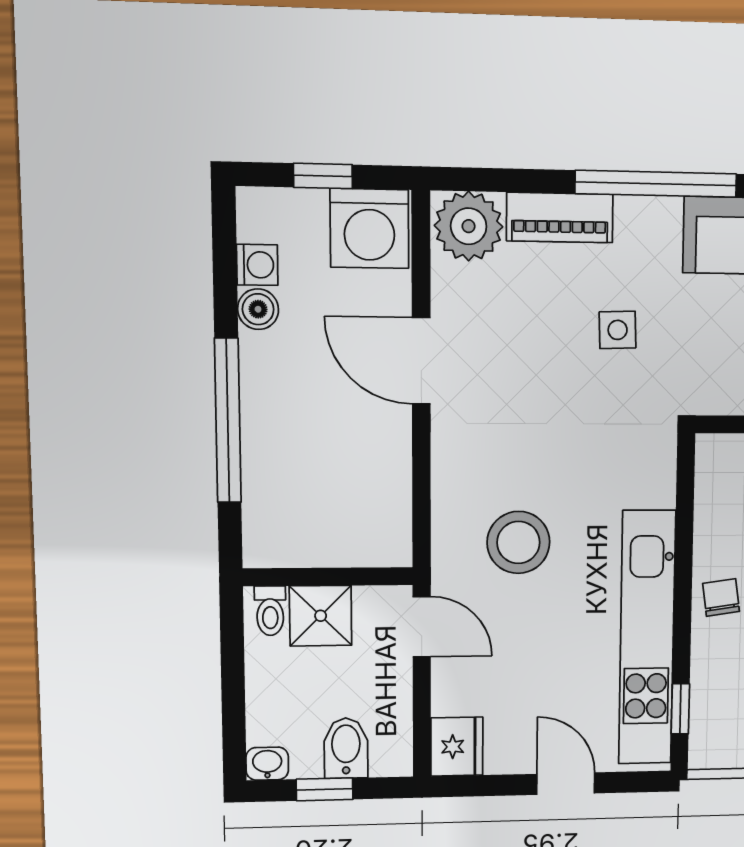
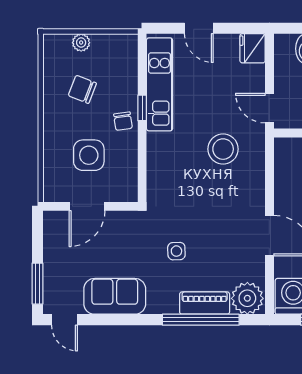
window: (656, 184) -> (201, 320), moved
kitchen unit: (647, 638) -> (160, 84), width x0.73
window: (680, 709) -> (142, 108), moved

